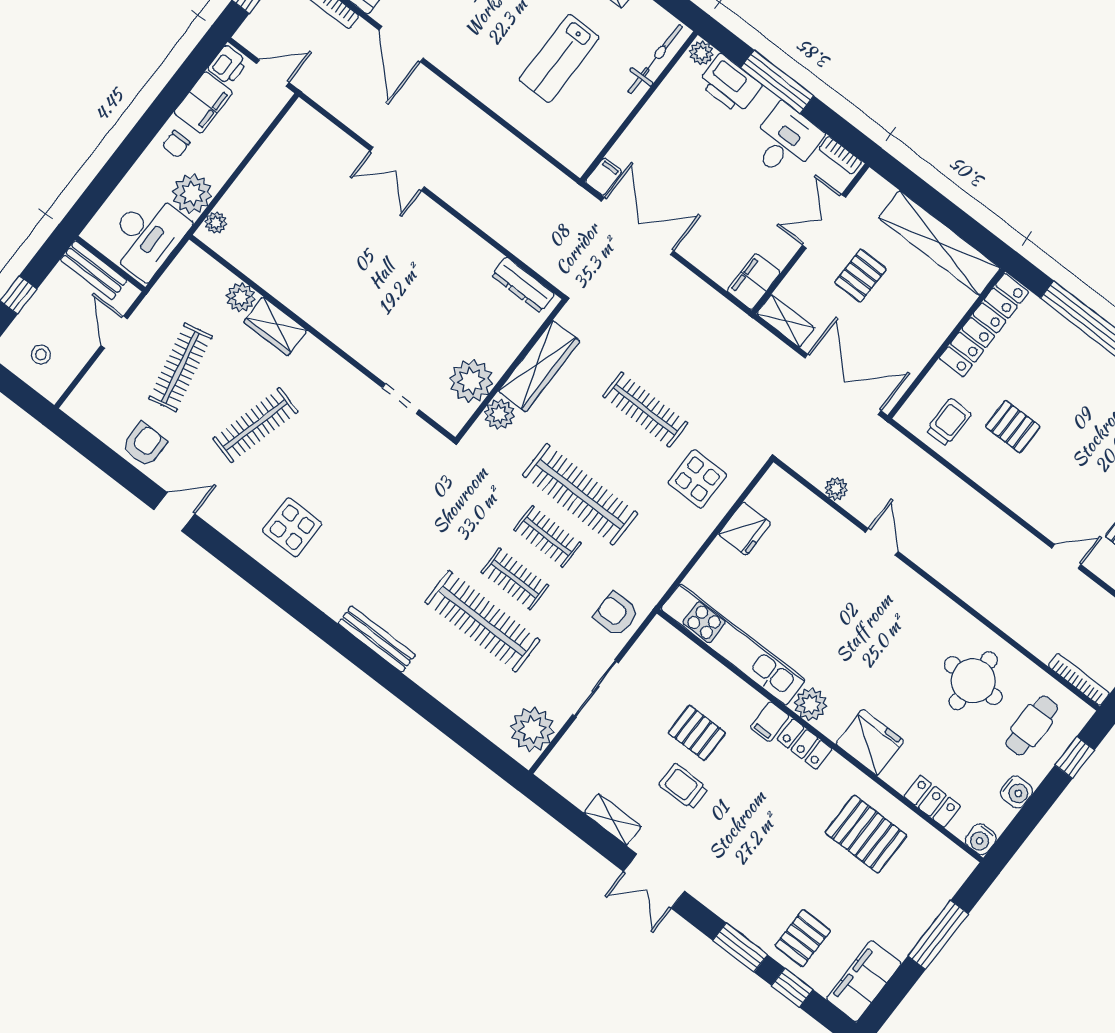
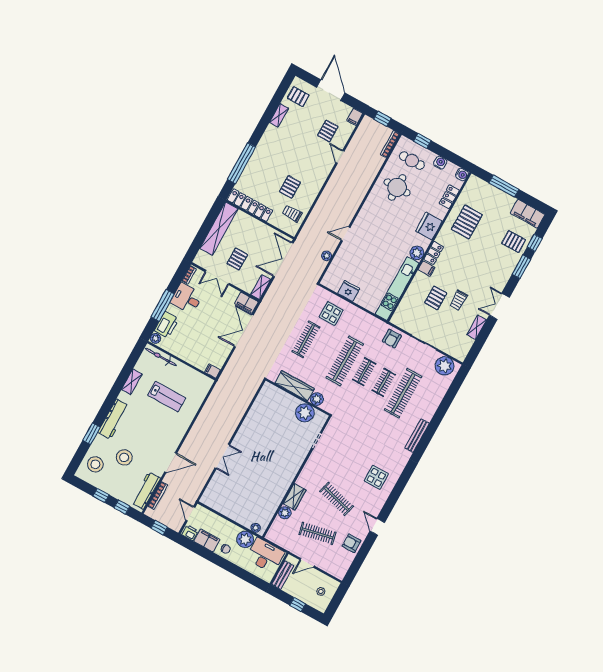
double door: (637, 226) -> (244, 331), moved
pallet: (860, 276) -> (237, 259), turned 90
dresser: (523, 285) -> (262, 397), removed
double door: (654, 881) -> (499, 306), swing flipped

